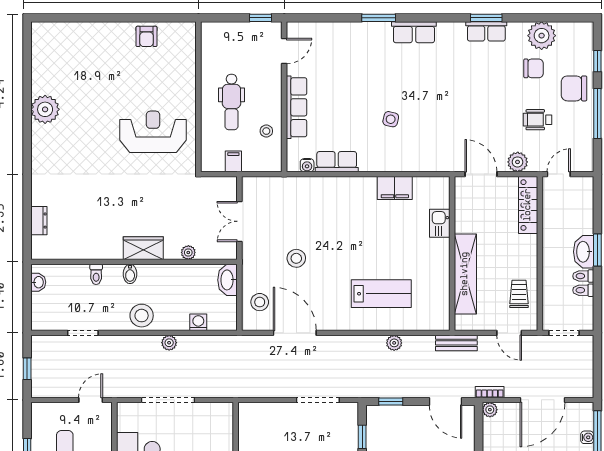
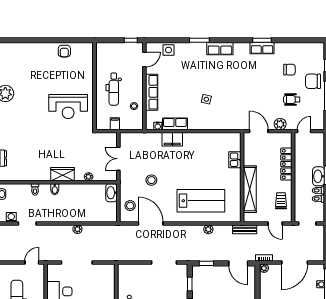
side table: (326, 35) -> (169, 50), added
plant: (542, 36) -> (294, 51), removed
reception desk: (153, 132) -> (68, 107), turned 180
filing cabinet: (395, 188) -> (172, 139), moved
locker: (528, 205) -> (286, 164), moved
lab bench: (381, 294) -> (201, 201), width x1.36, depth x1.39
stool: (142, 316) -> (61, 213), removed
washing machine: (198, 322) -> (11, 217), moved

